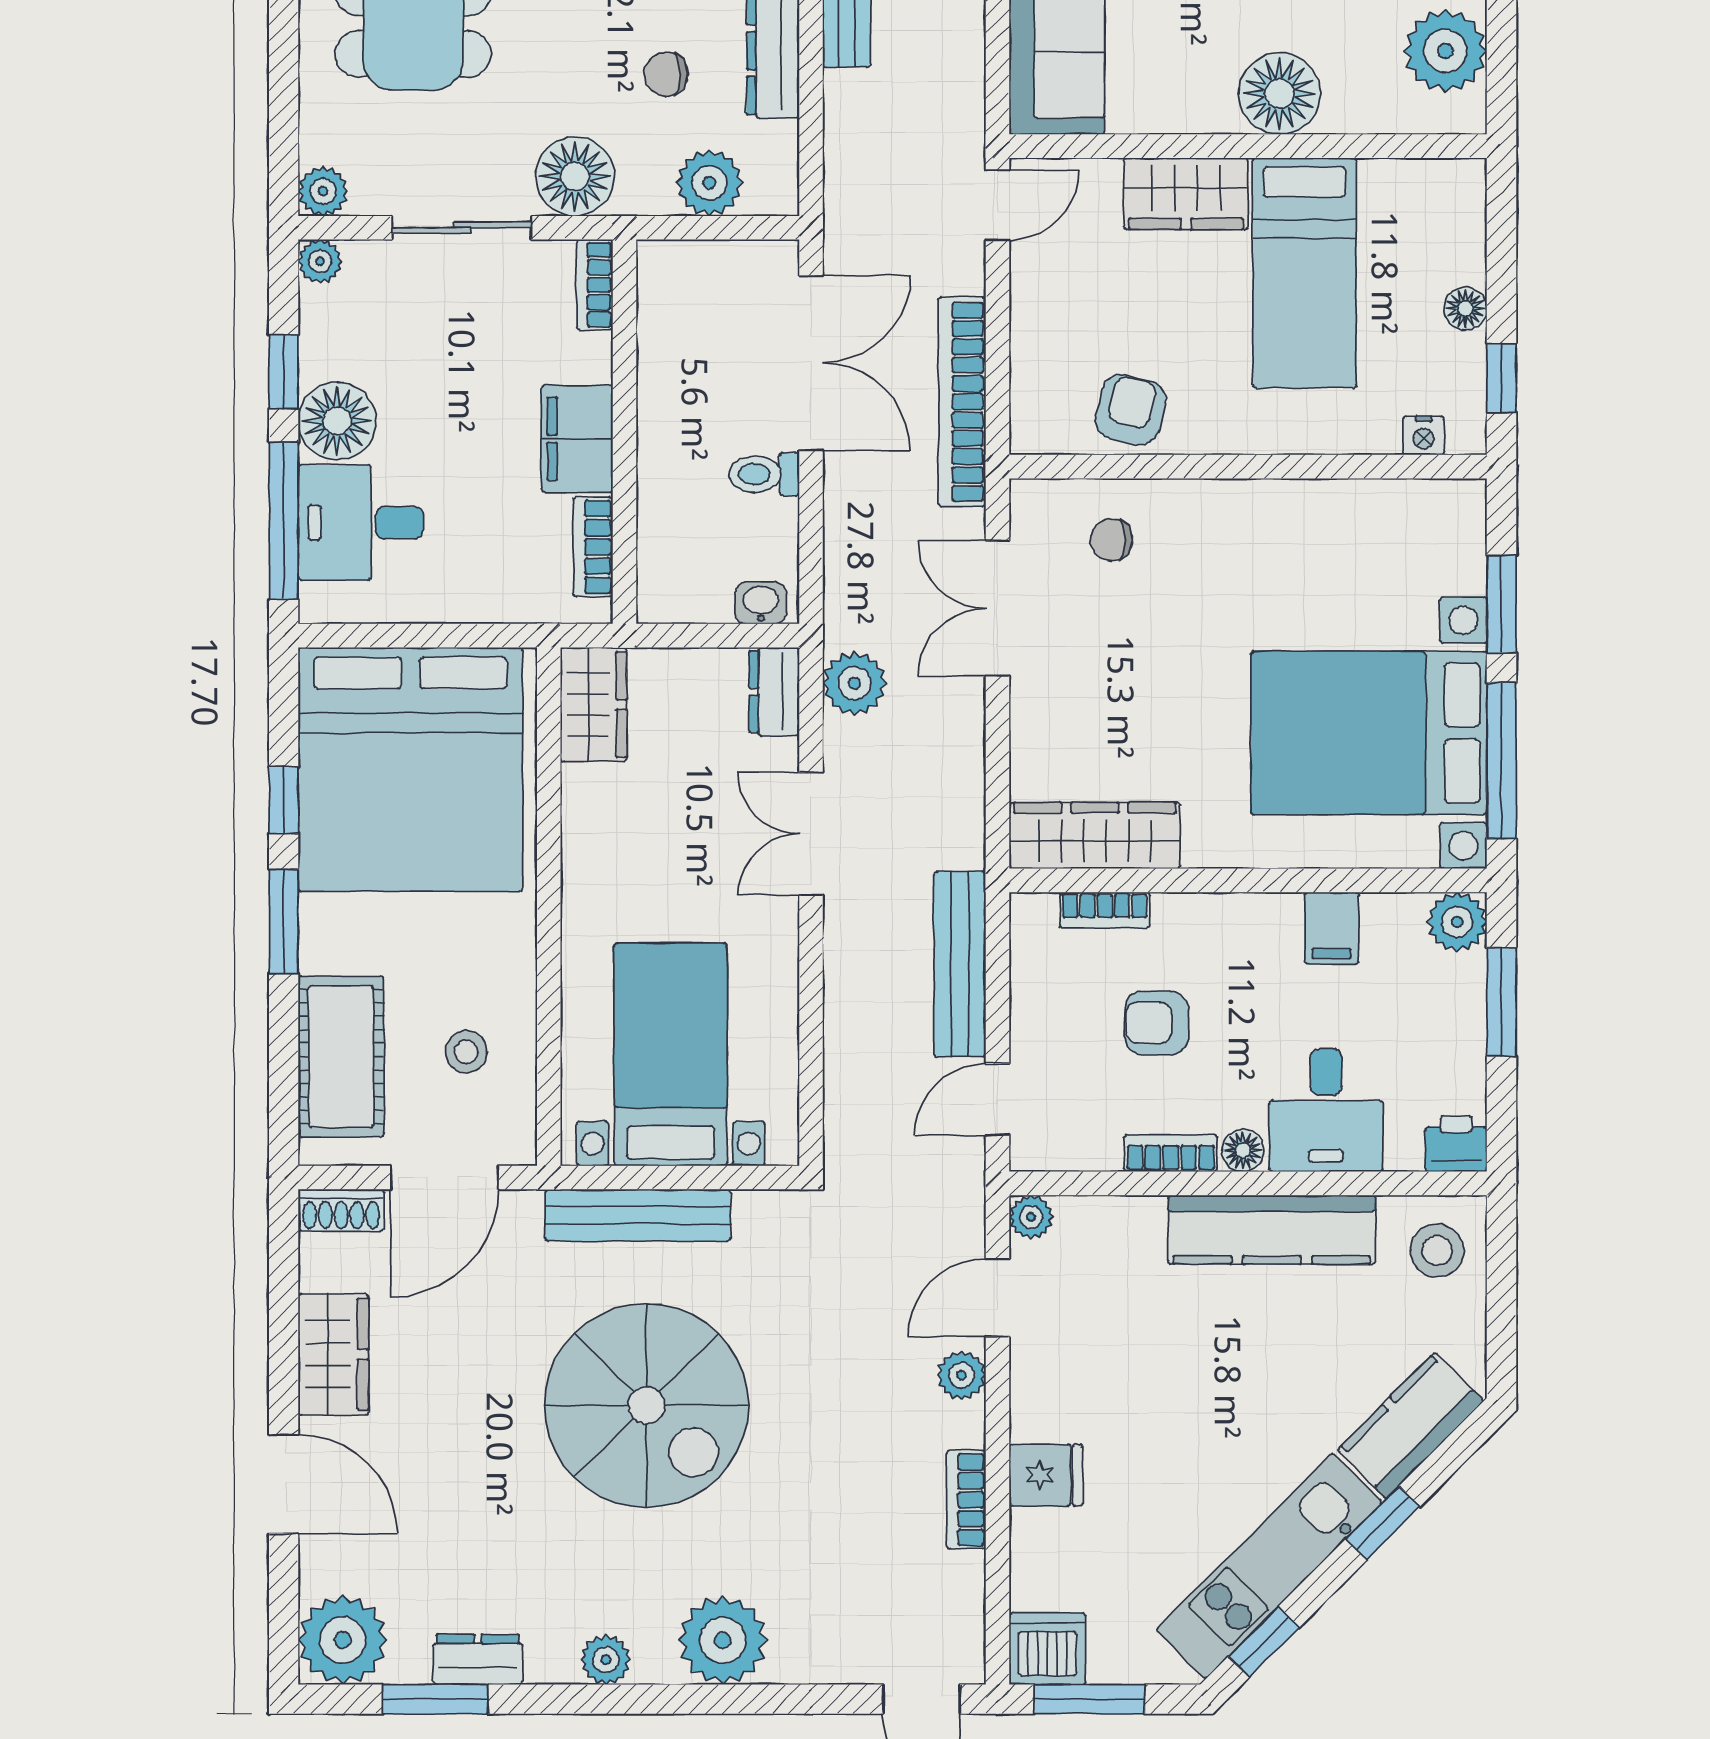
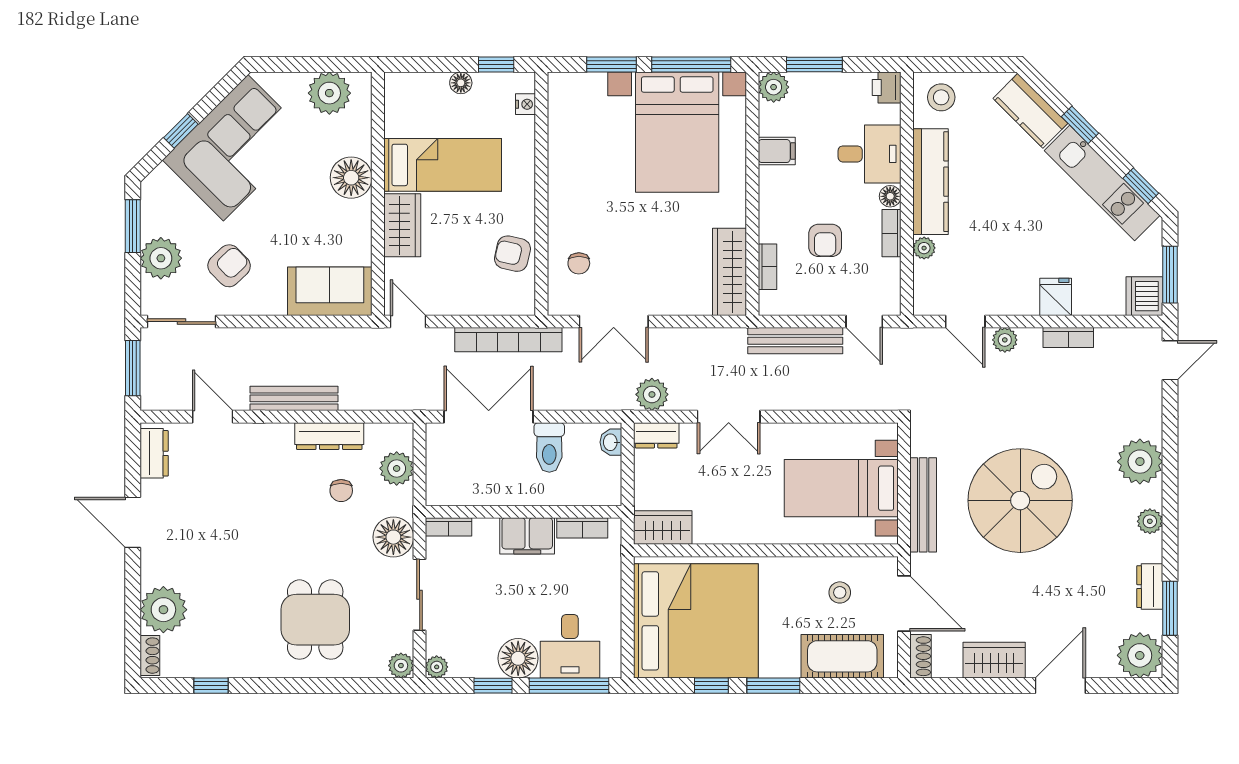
toilet: (764, 474) -> (549, 447), width x1.37, depth x1.39
plant: (1031, 1217) -> (924, 248), moved

